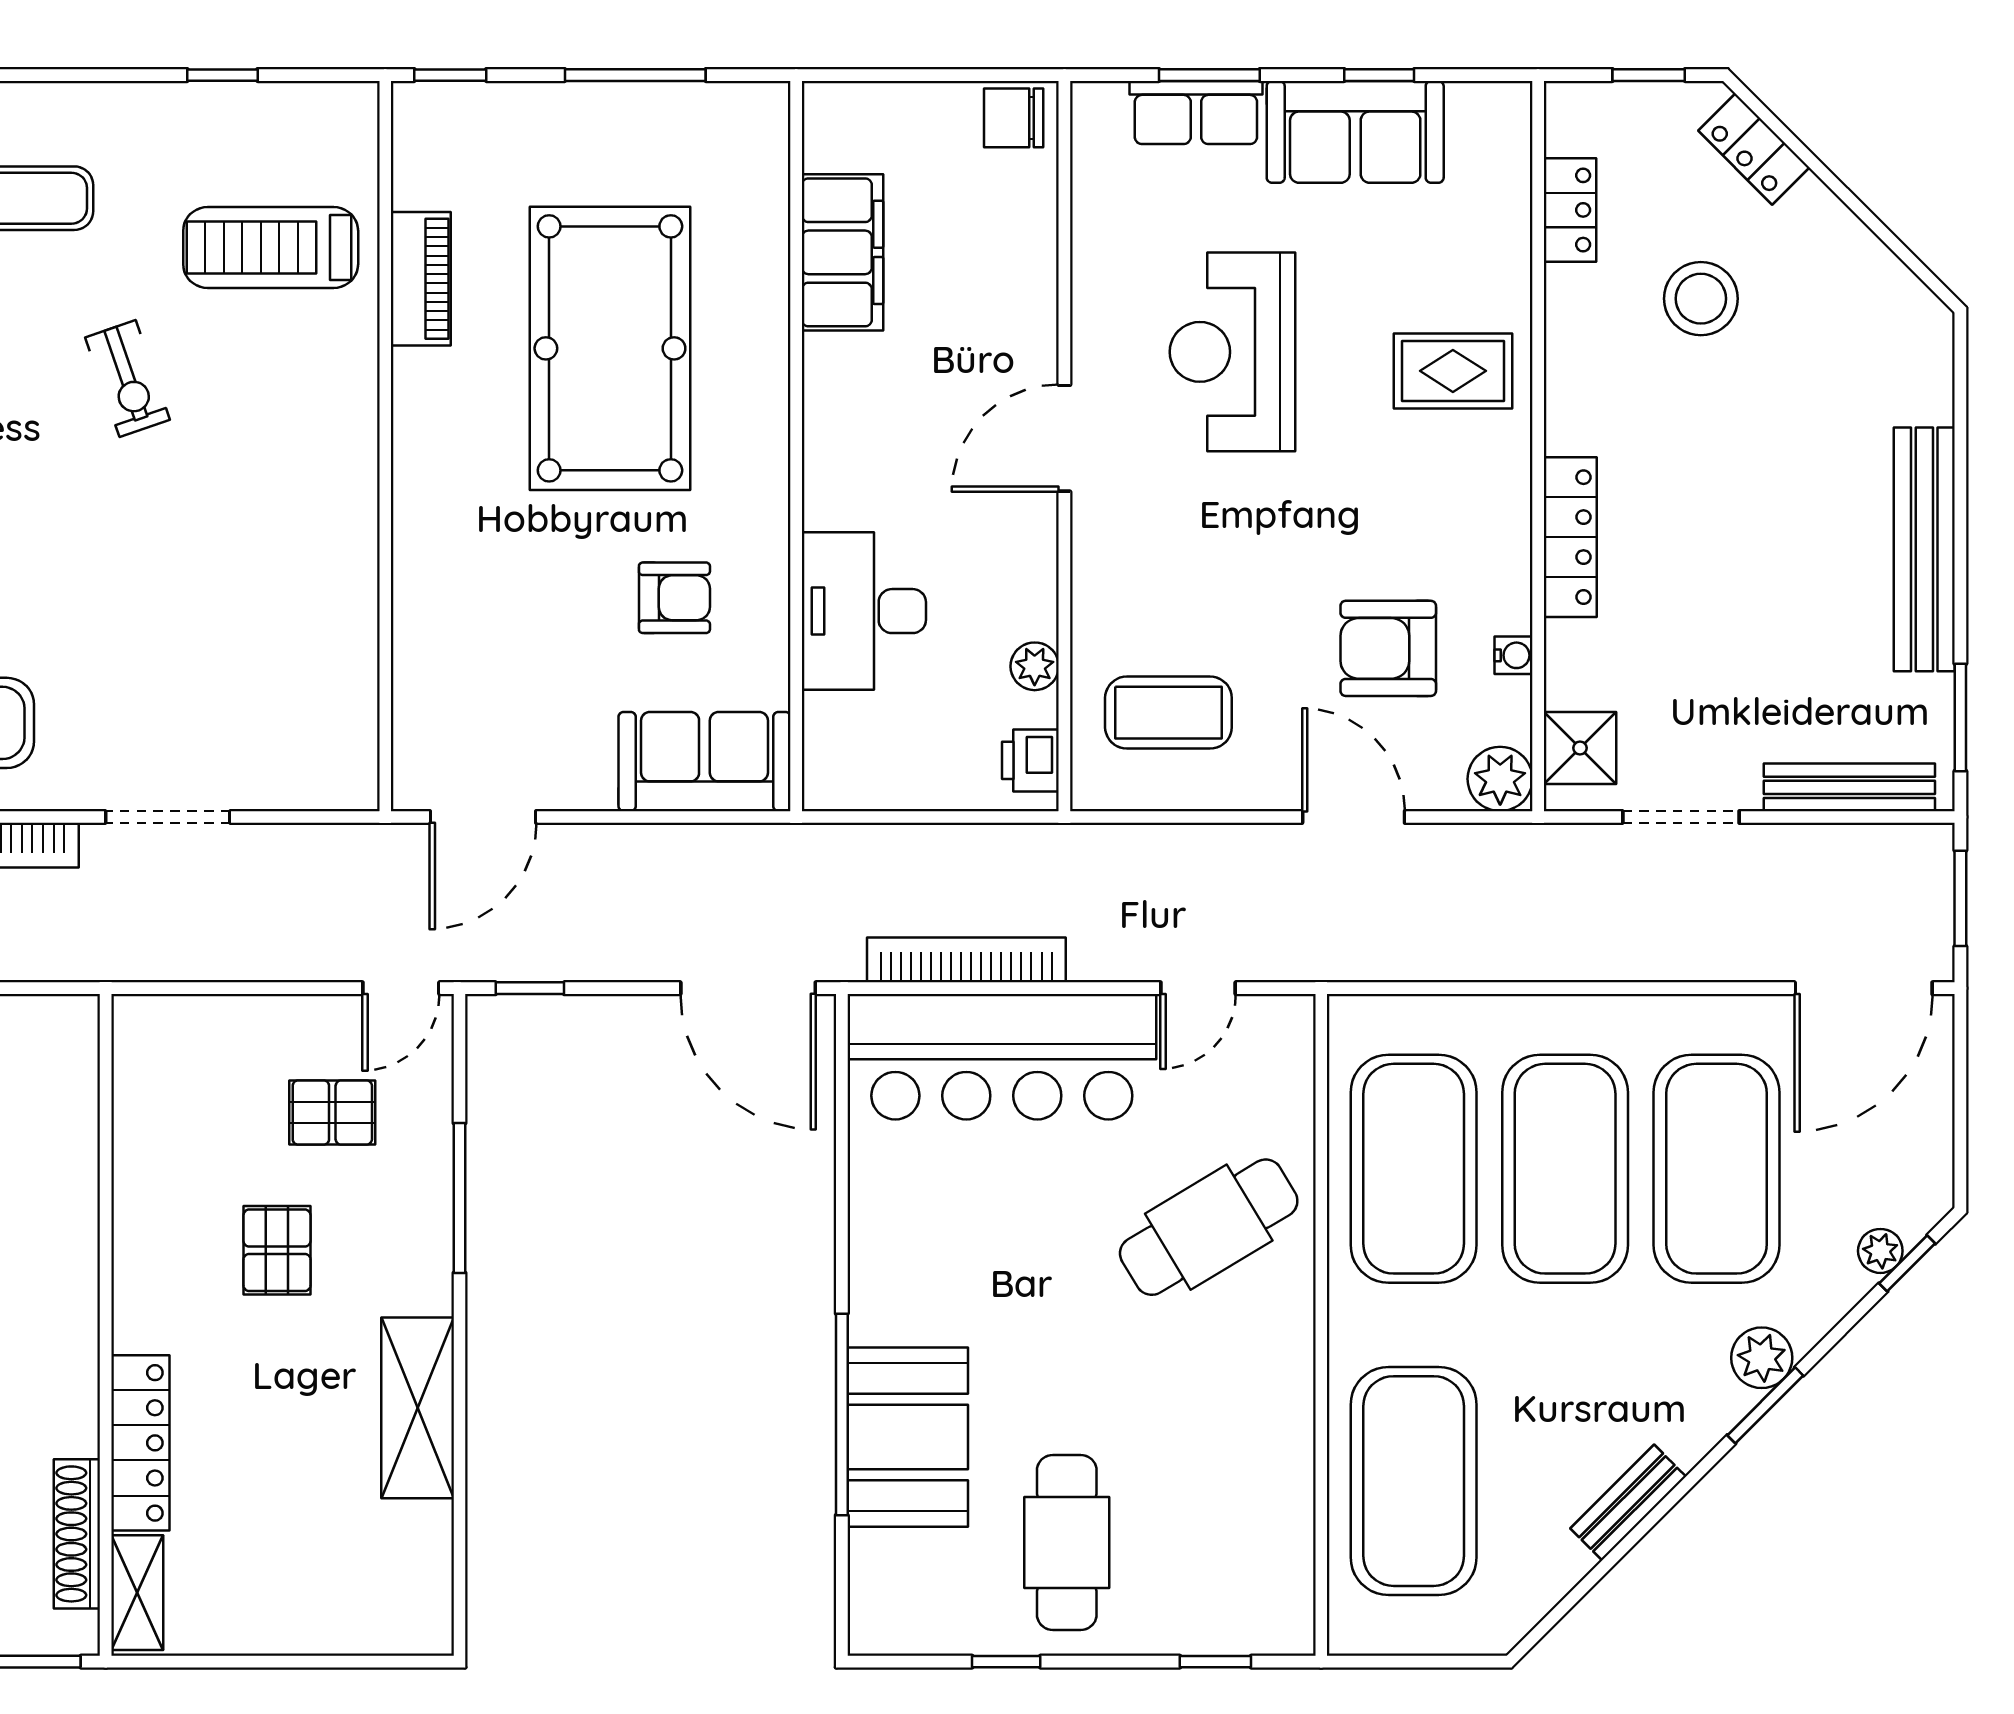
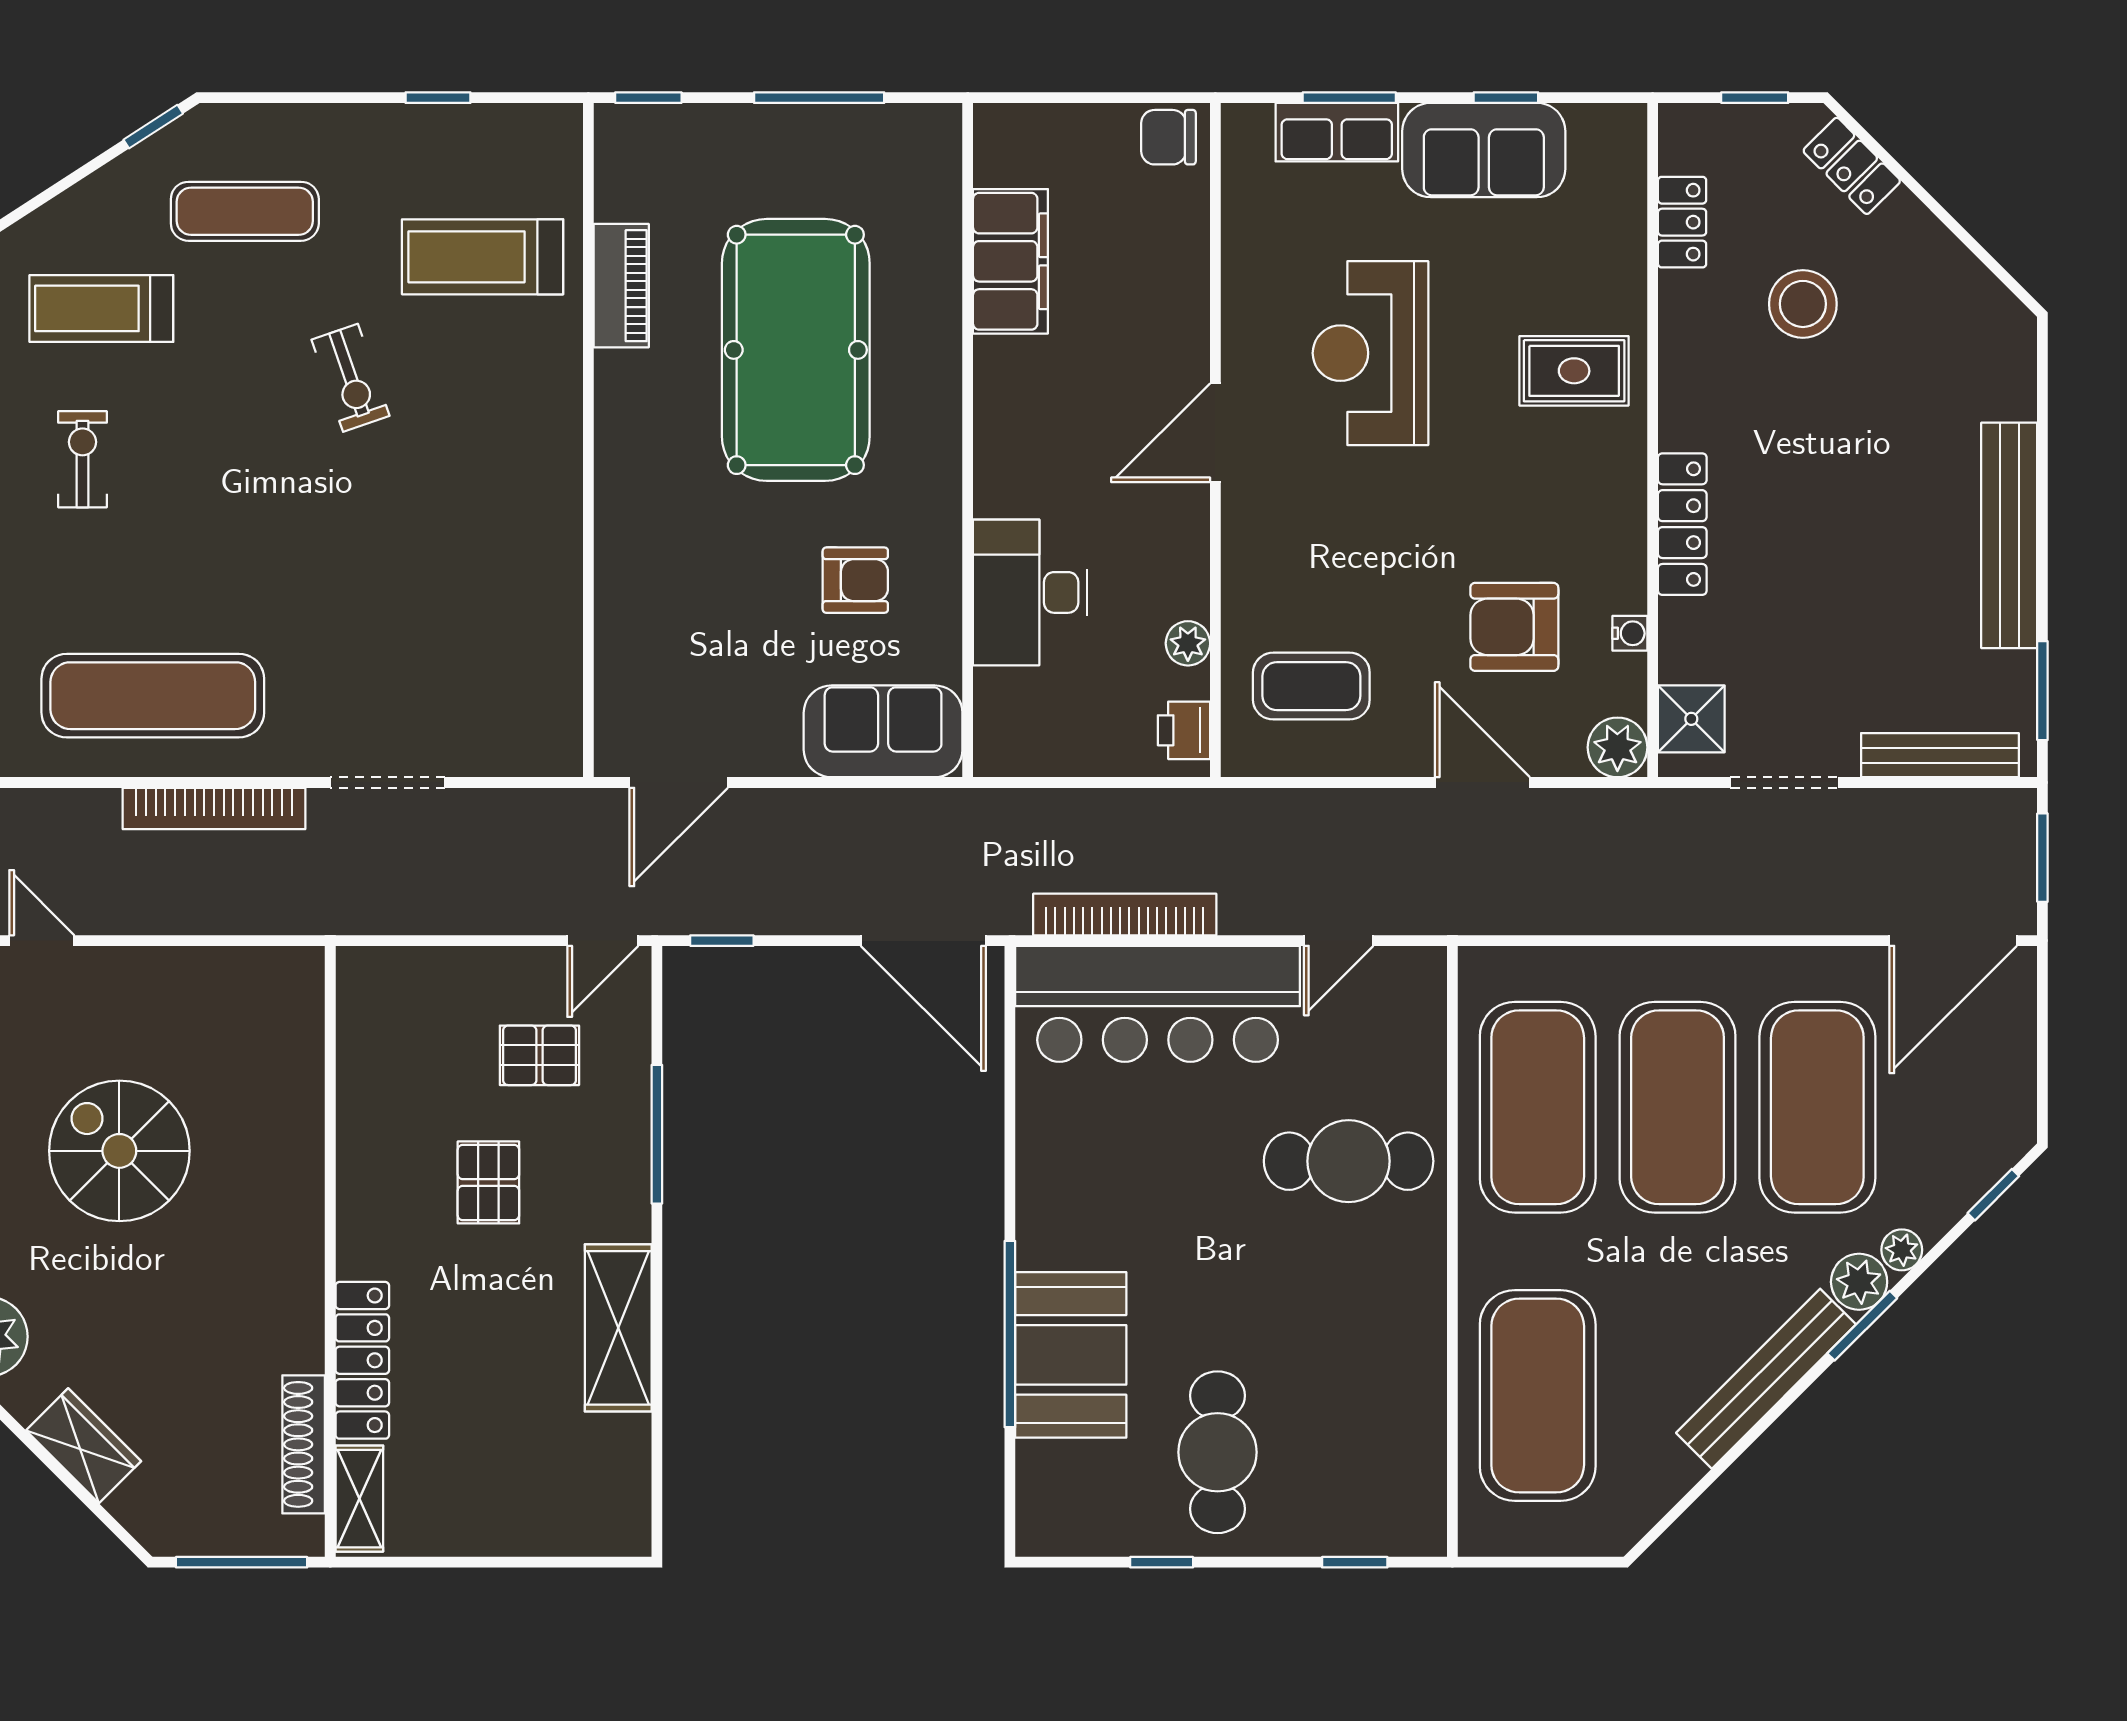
cafe table: (1209, 1227) -> (1349, 1161), turned 31
plant: (1880, 1251) -> (1902, 1250), moved
bench: (1628, 1502) -> (1766, 1379), width x1.86, depth x1.21

